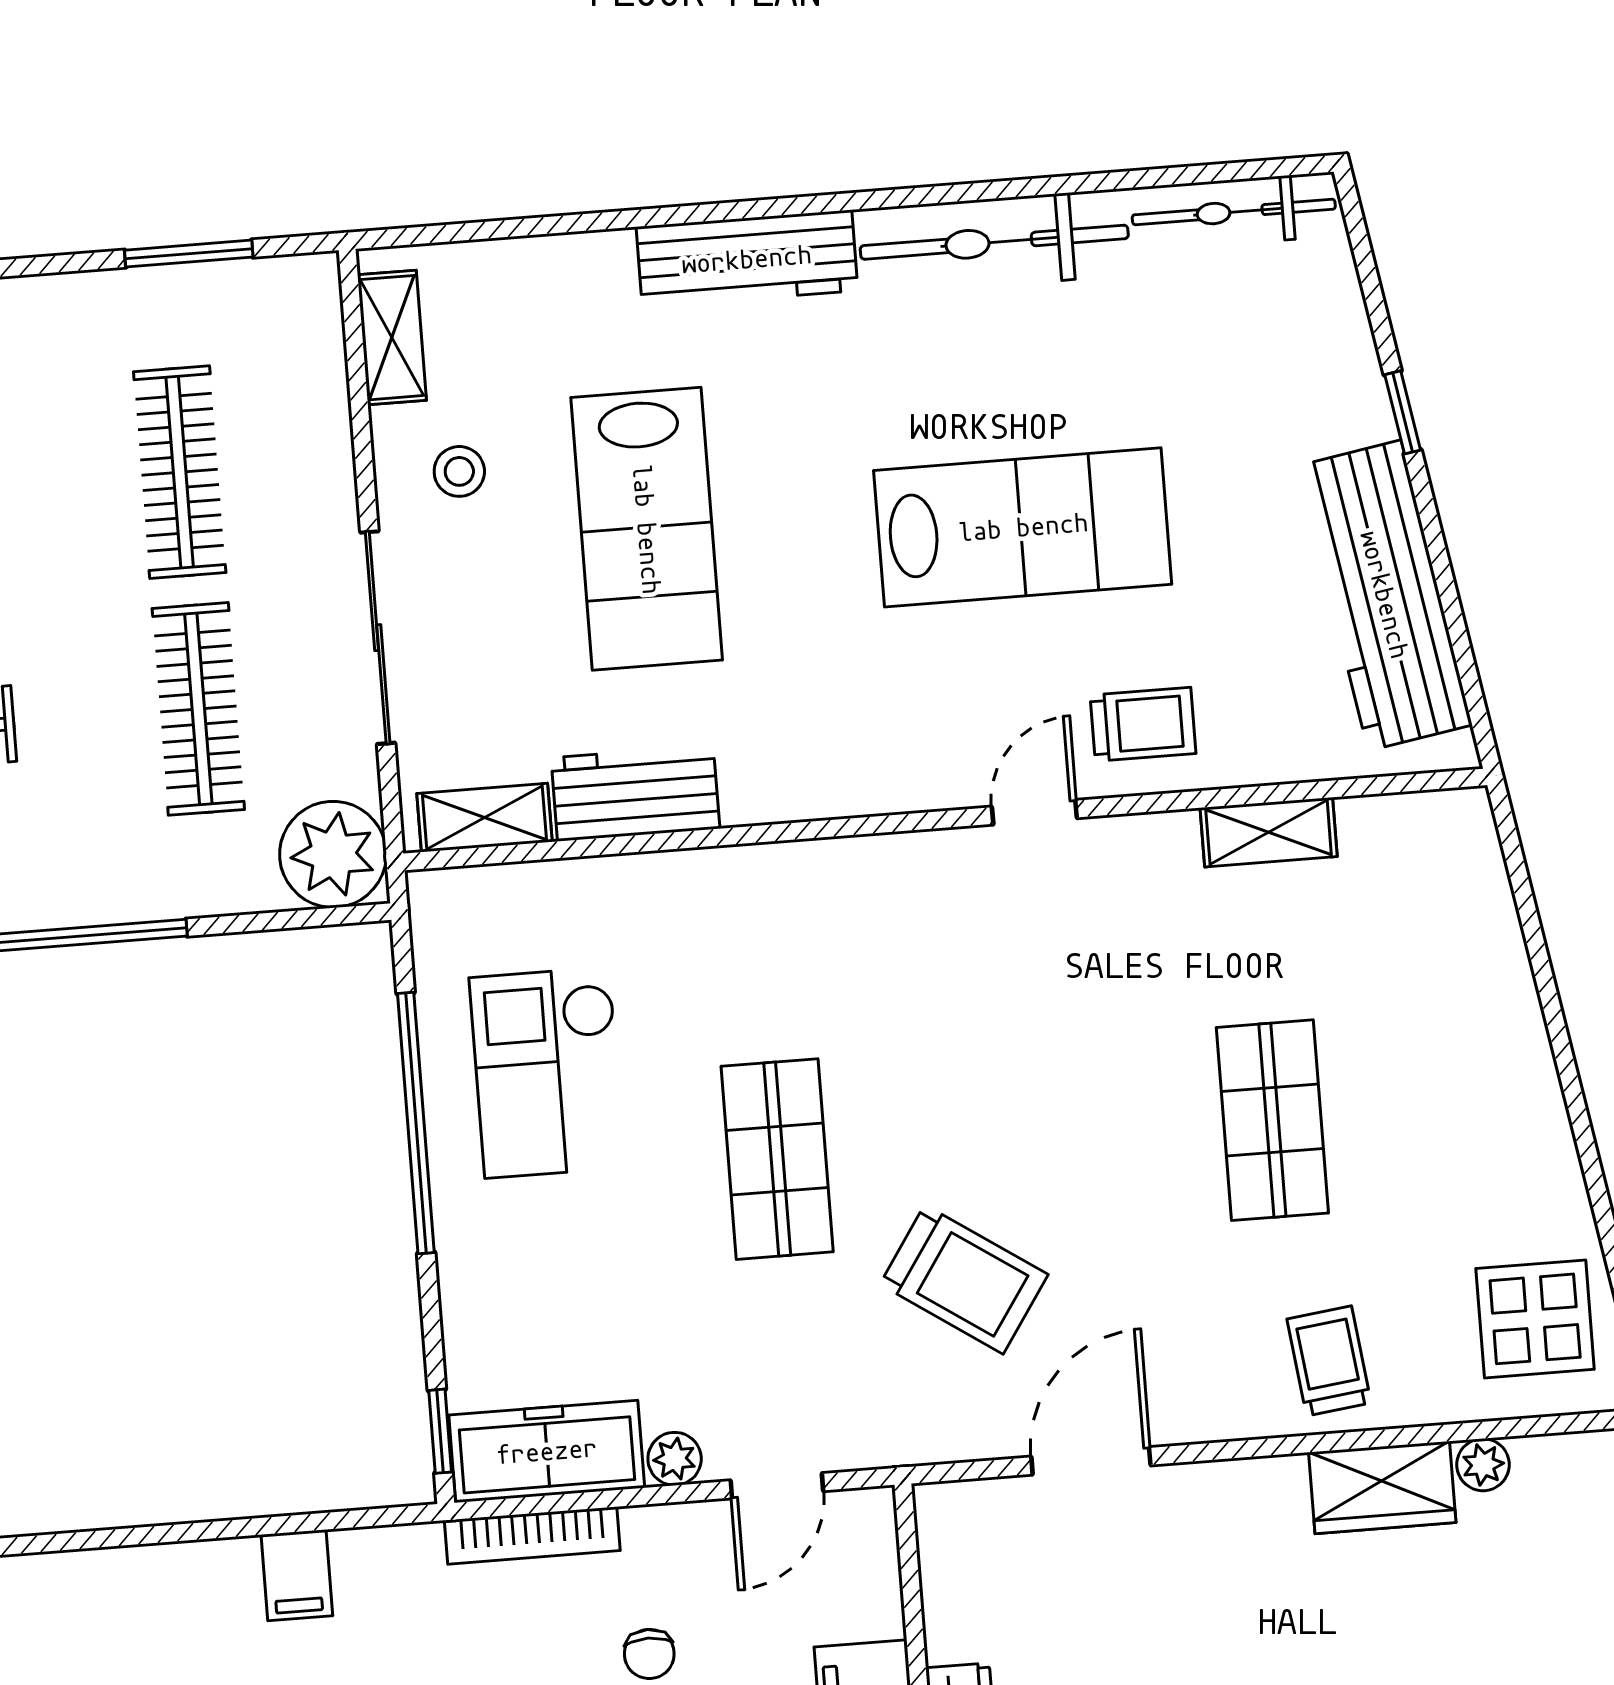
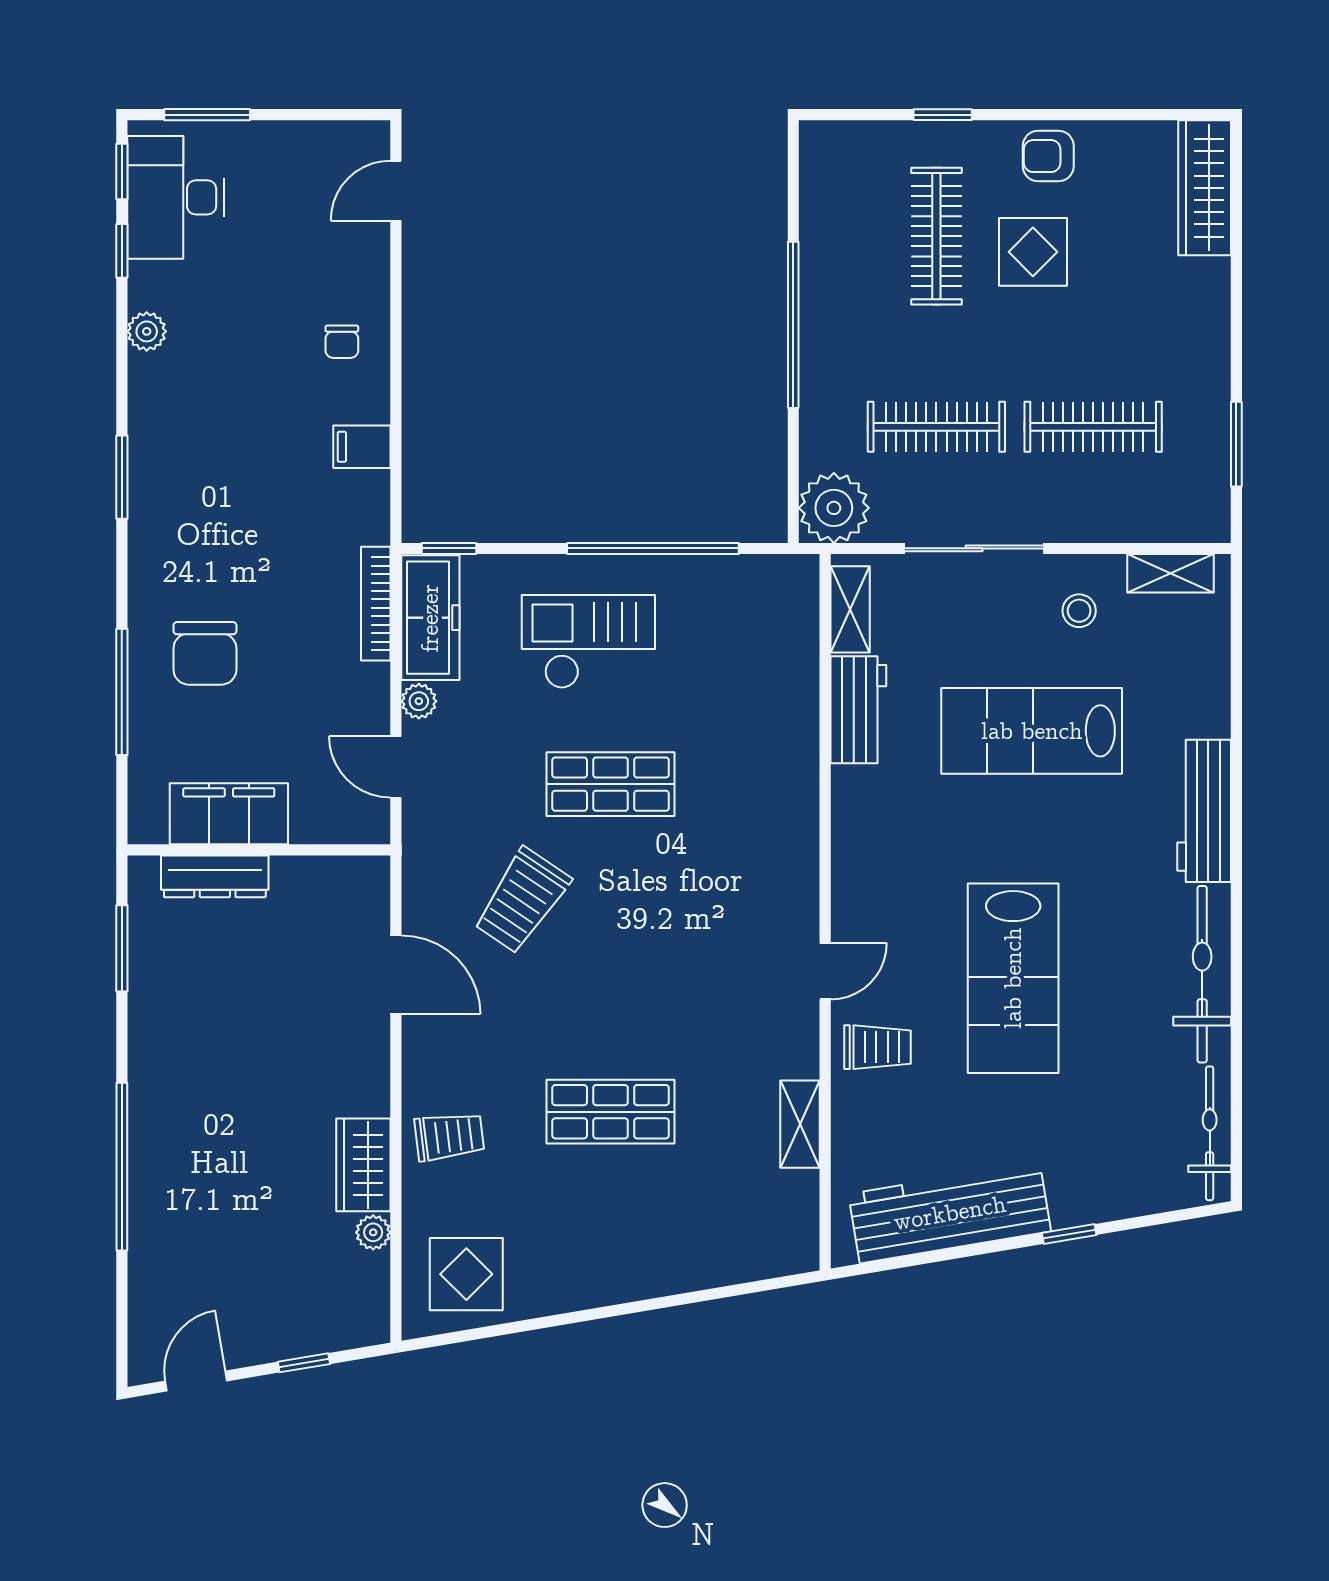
trolley: (1143, 724) -> (878, 1047), turned -90
door: (1034, 812) -> (825, 971), hinge flipped
checkout: (548, 1073) -> (588, 642), moved
chair: (649, 1654) -> (342, 342), moved, turned -90

